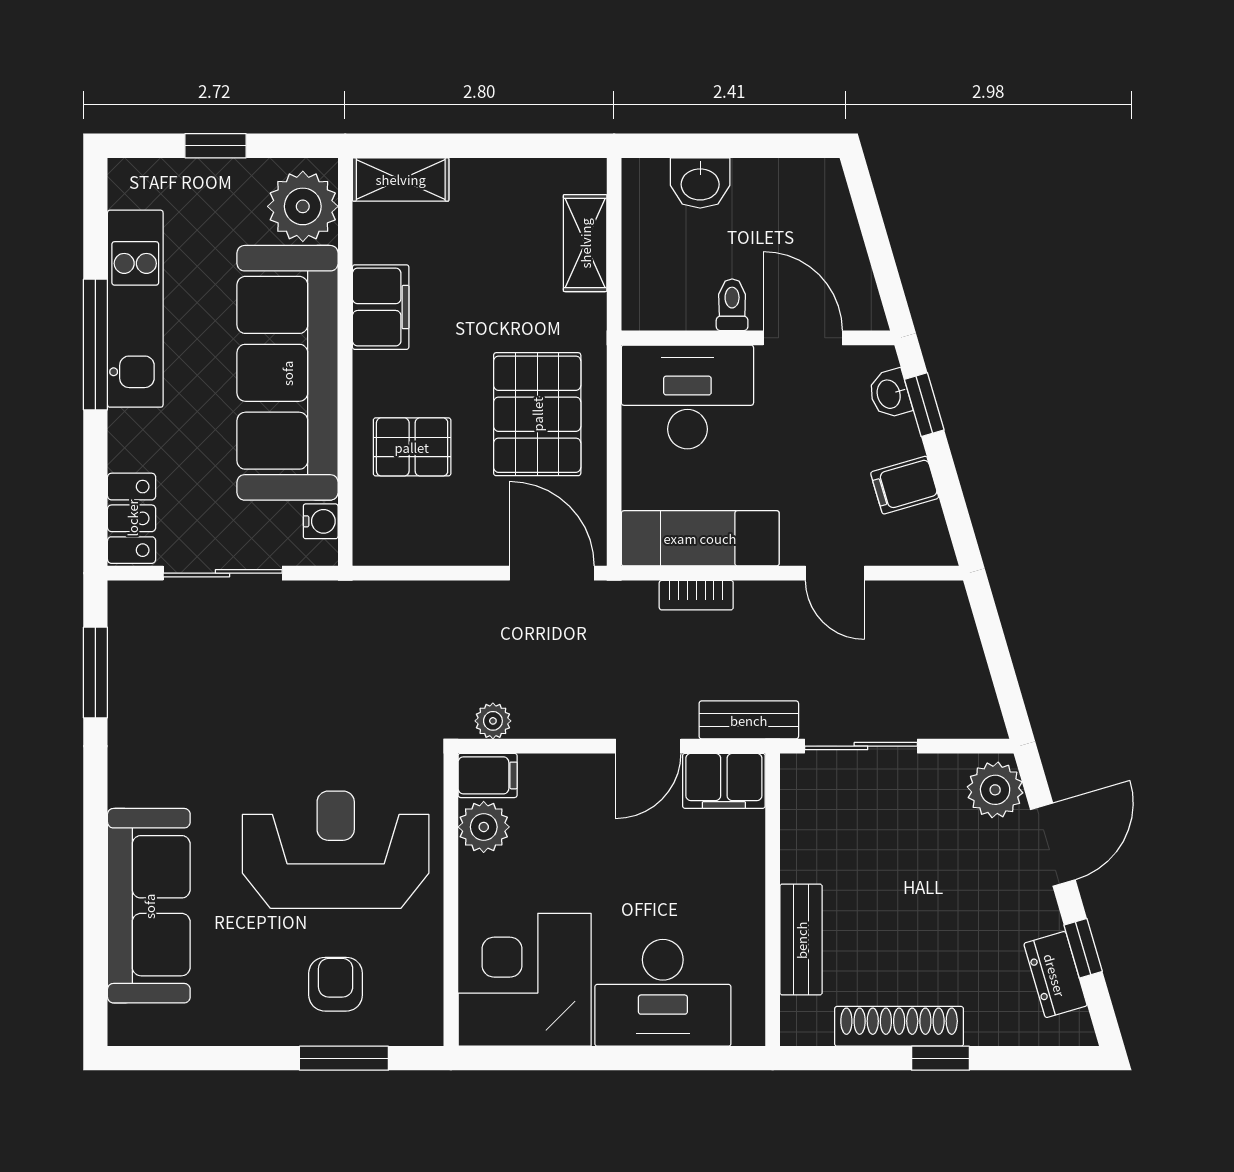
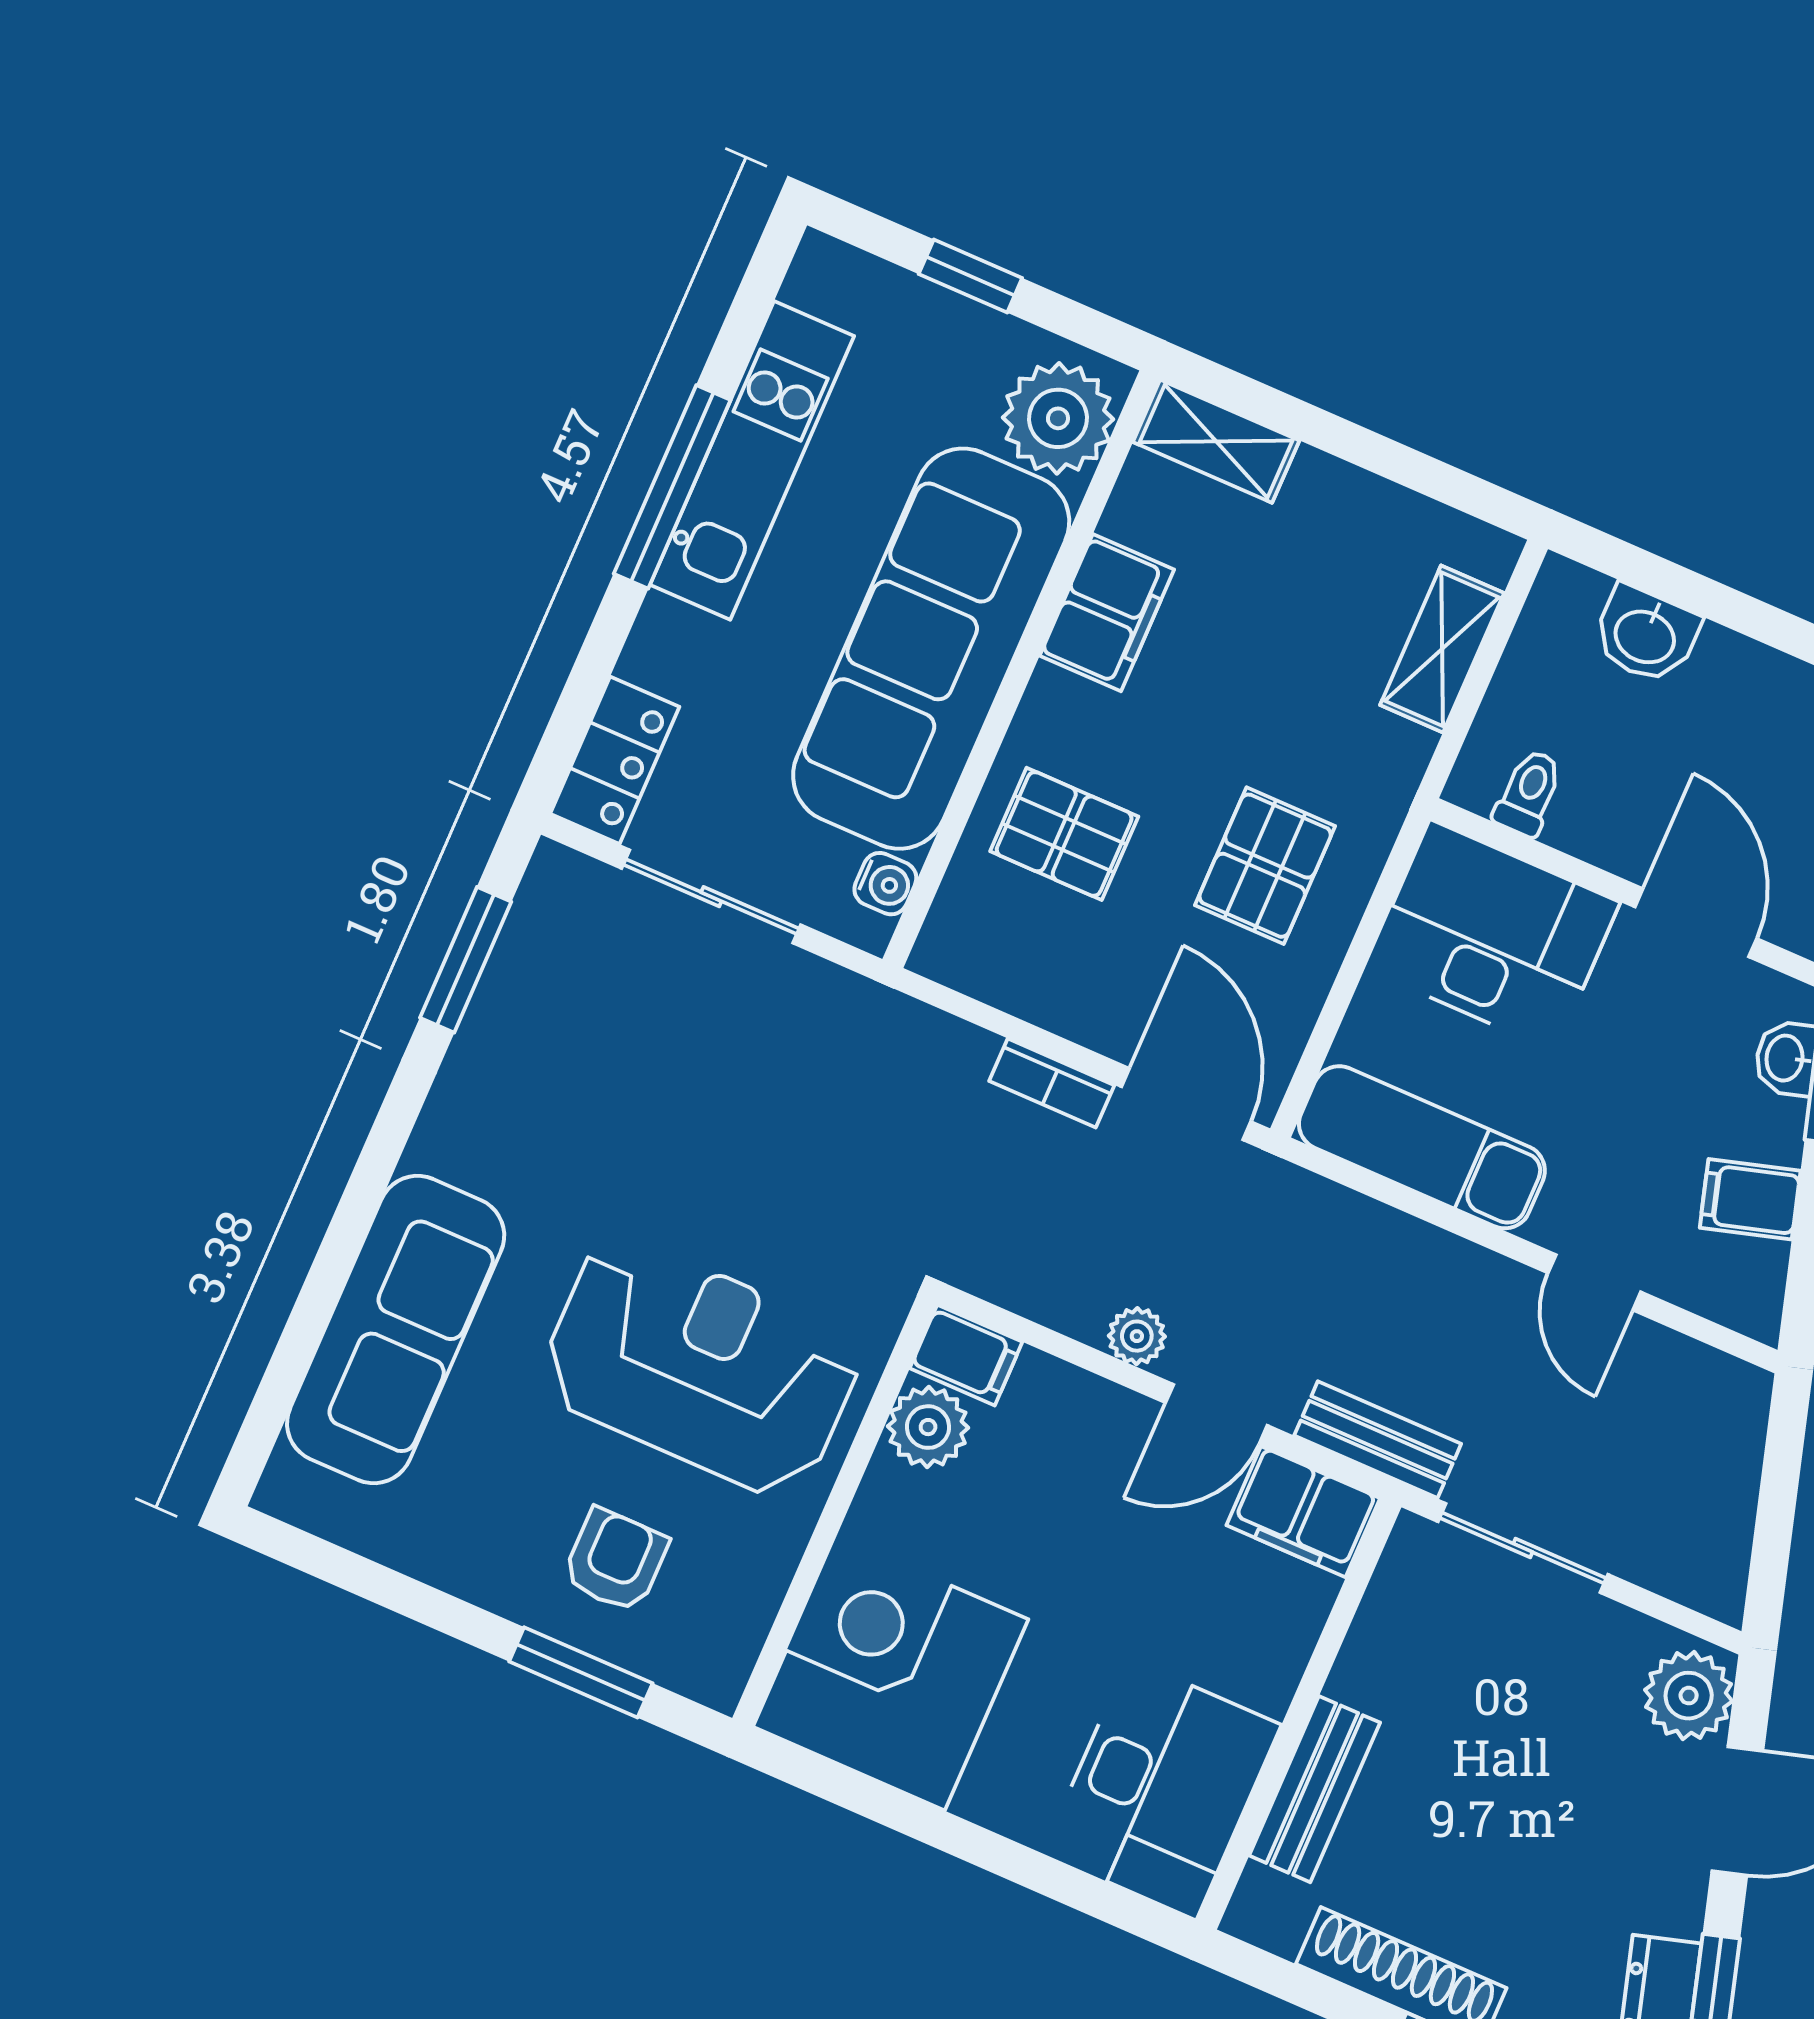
toilet: (732, 305) -> (1529, 793), moved
pallet: (537, 414) -> (1265, 866), width x0.67, depth x0.71
bookcase: (696, 595) -> (1052, 1083), moved
plant: (493, 721) -> (1137, 1336), moved
desk: (663, 993) -> (1162, 1789), moved, turned -90

